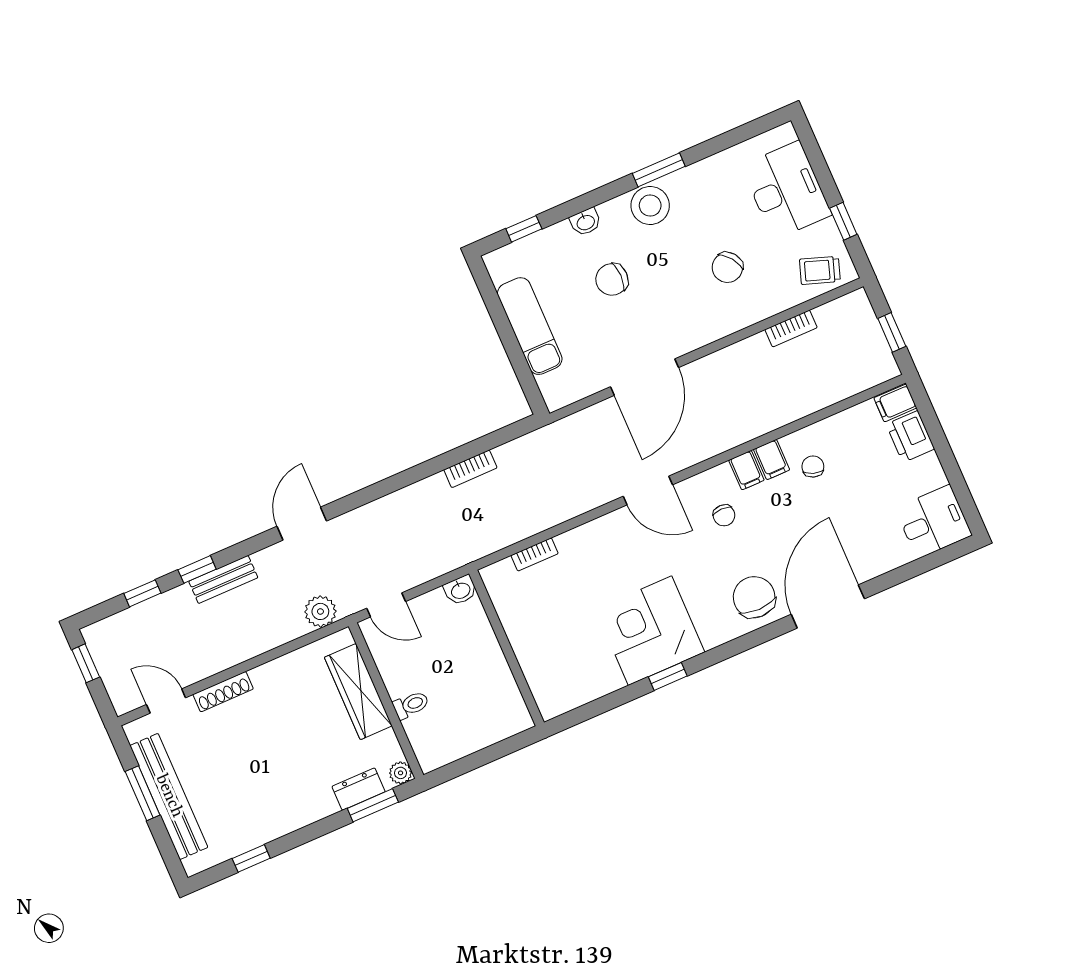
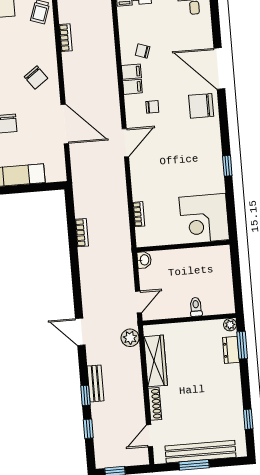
chair: (727, 267) -> (36, 78), moved
corner desk: (650, 631) -> (204, 218), moved
wardrobe: (358, 692) -> (156, 361), moved, turned -90

